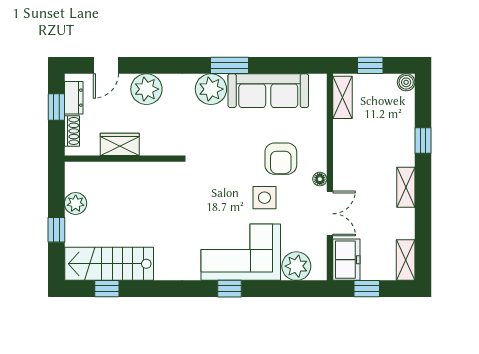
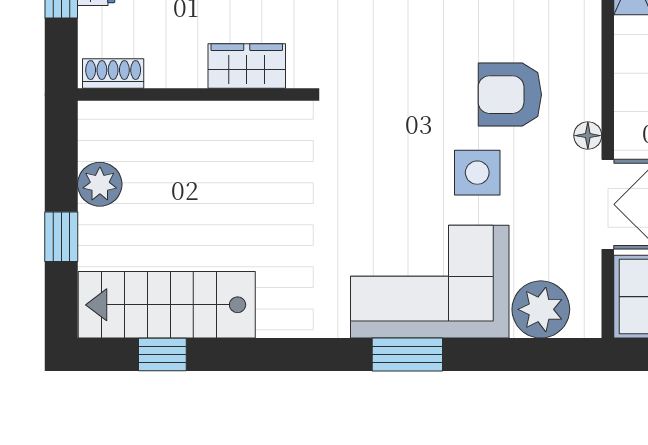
shoe rack: (72, 131) -> (113, 74), moved, turned -90
wardrobe: (120, 144) -> (247, 66), moved
armchair: (281, 159) -> (510, 95), turned 90
window: (230, 289) -> (407, 355), width x1.50

